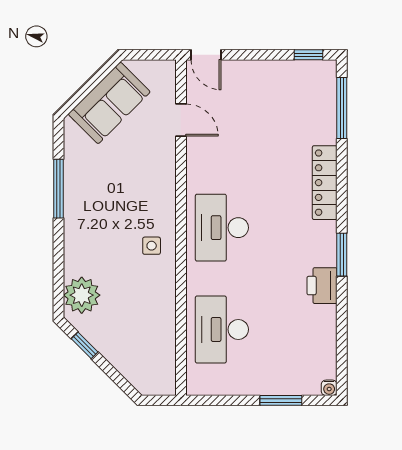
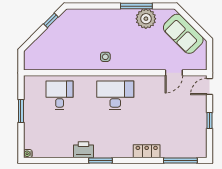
window: (308, 55) -> (209, 121), moved
locker: (325, 183) -> (147, 151), width x0.66
plant: (82, 295) -> (146, 19), moved
desk: (222, 329) -> (60, 95), width x0.73
window: (281, 400) -> (21, 111), moved

